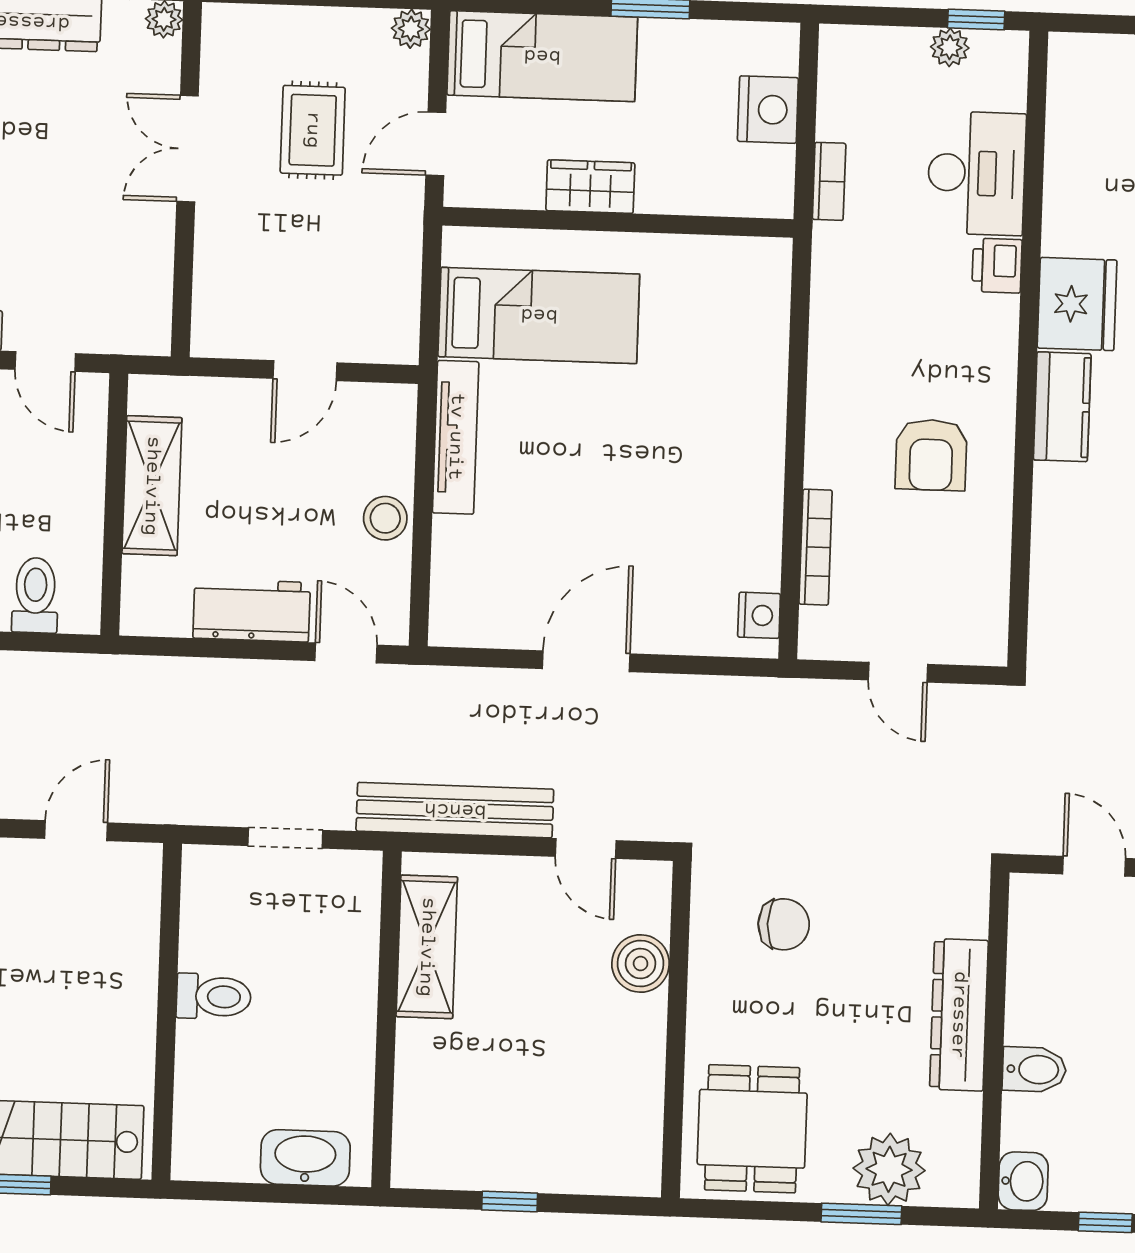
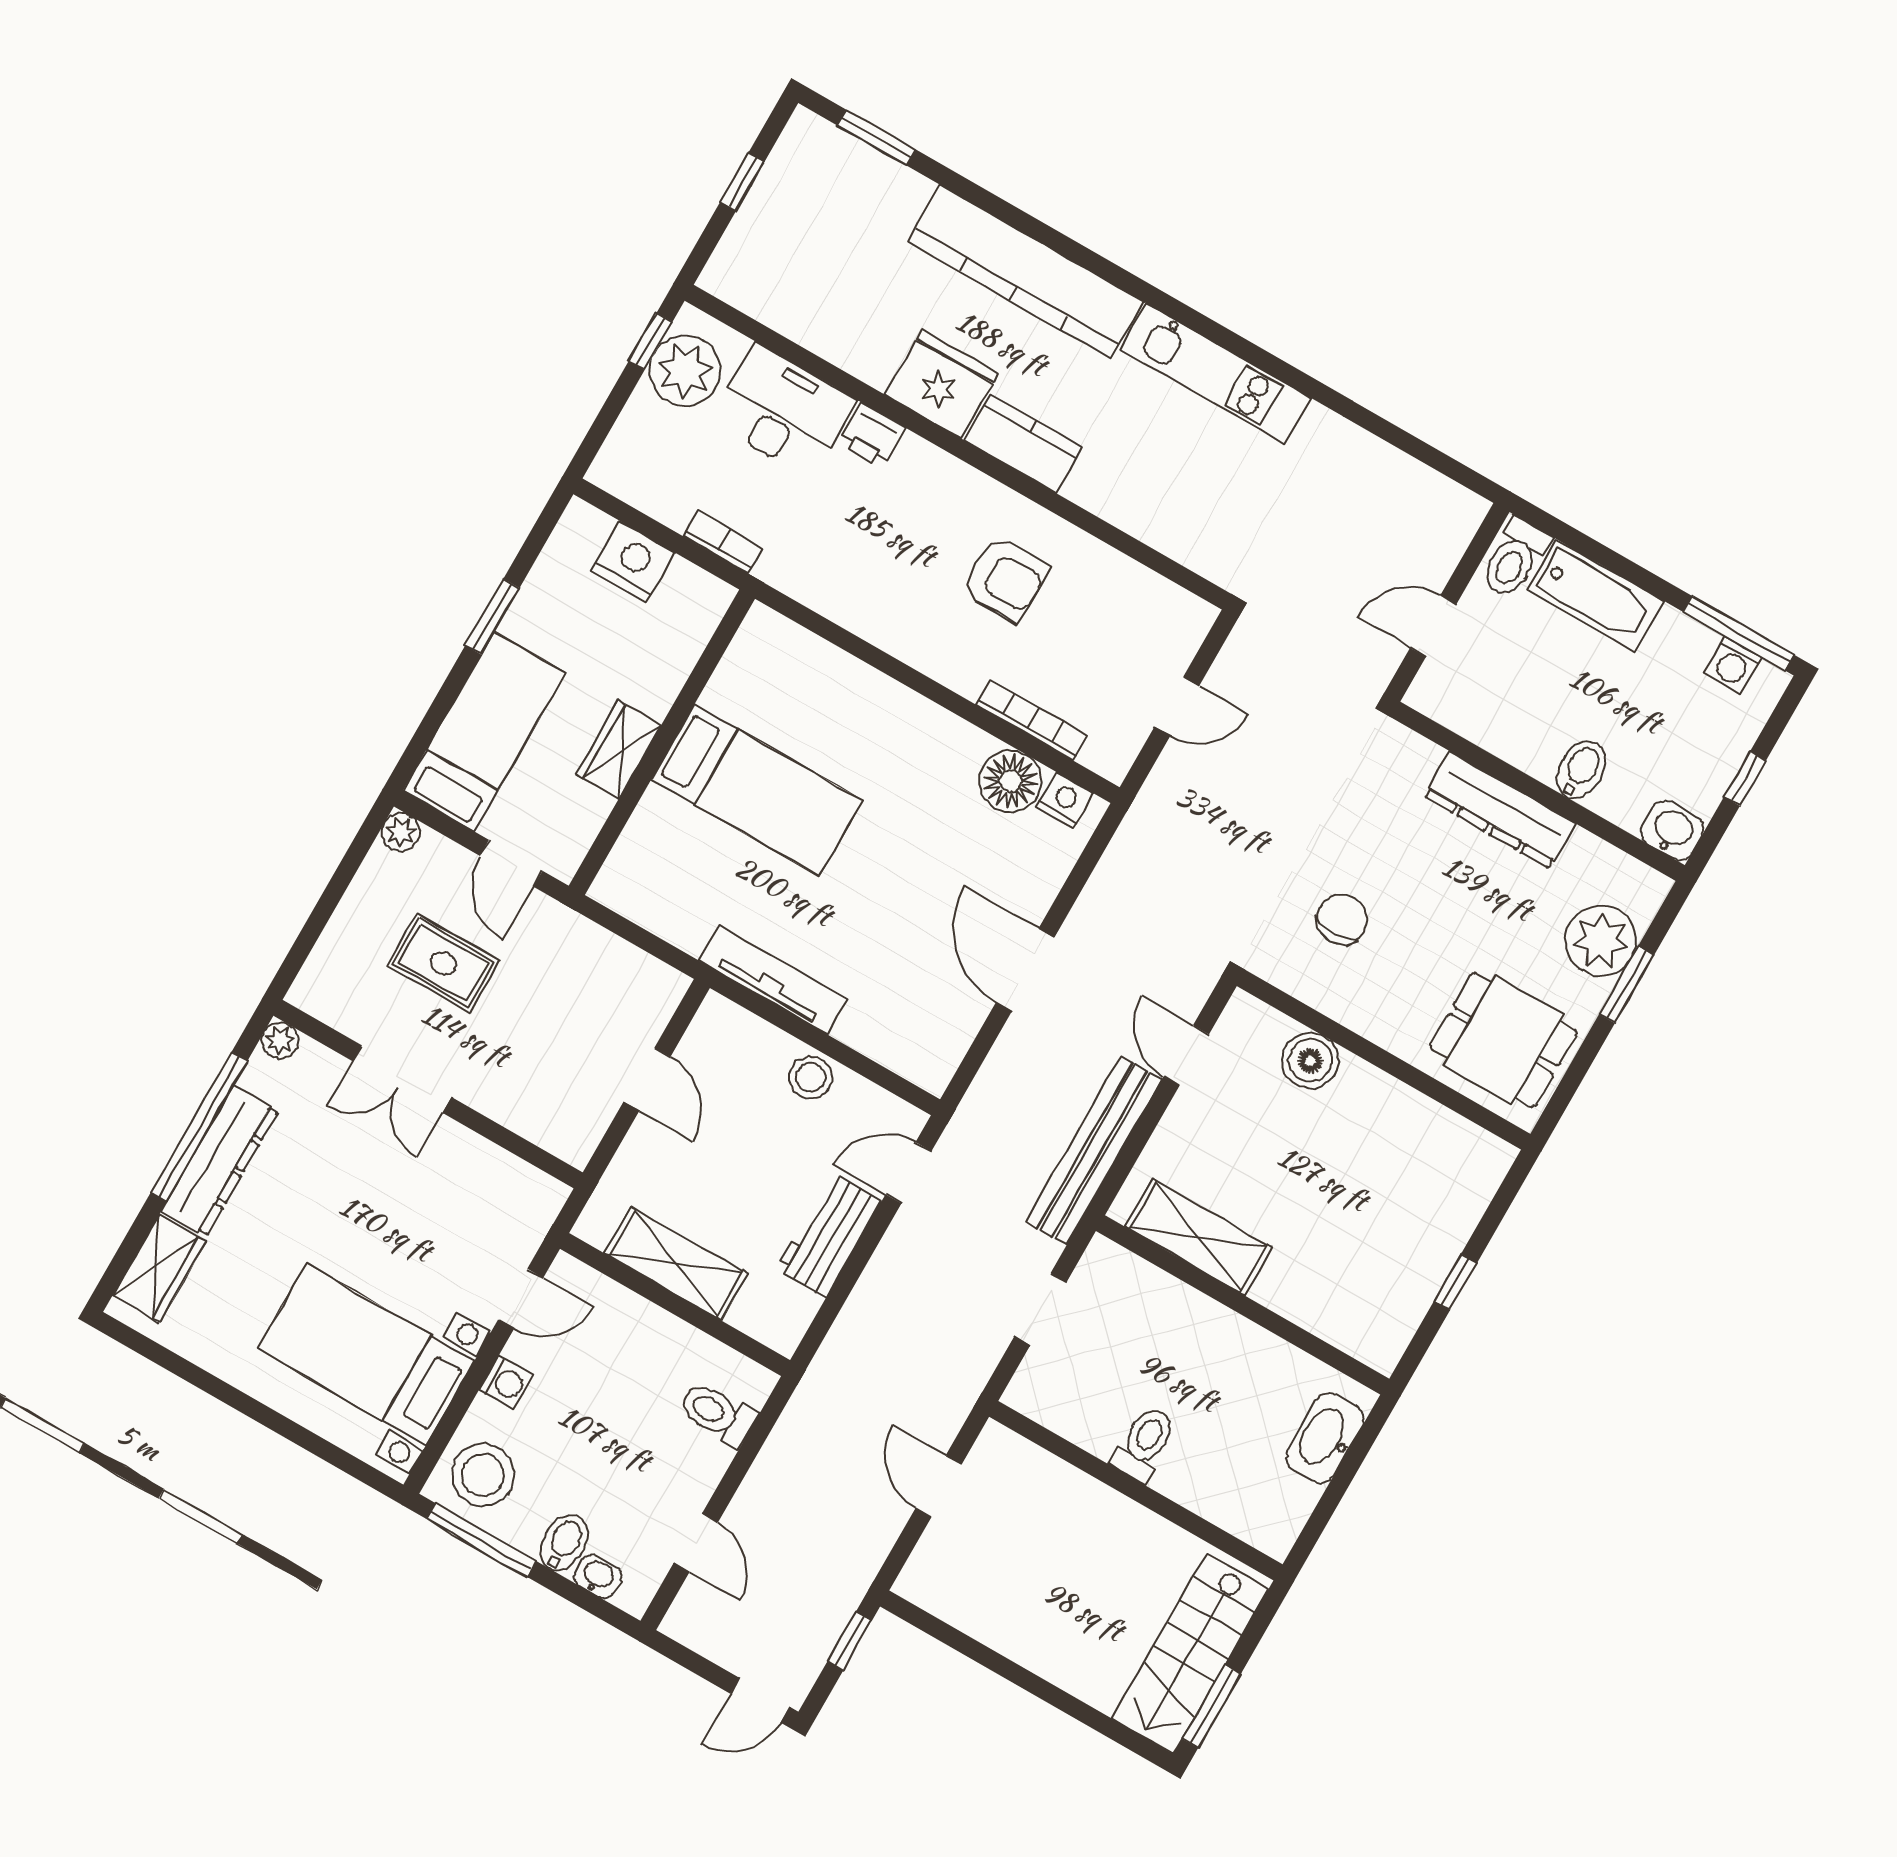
plant: (950, 47) -> (685, 371), width x1.87, depth x1.87
bed: (539, 315) -> (757, 790), moved, turned 90
floor lamp: (750, 557) -> (1010, 781), added
door: (586, 848) -> (1186, 1055), swing flipped

